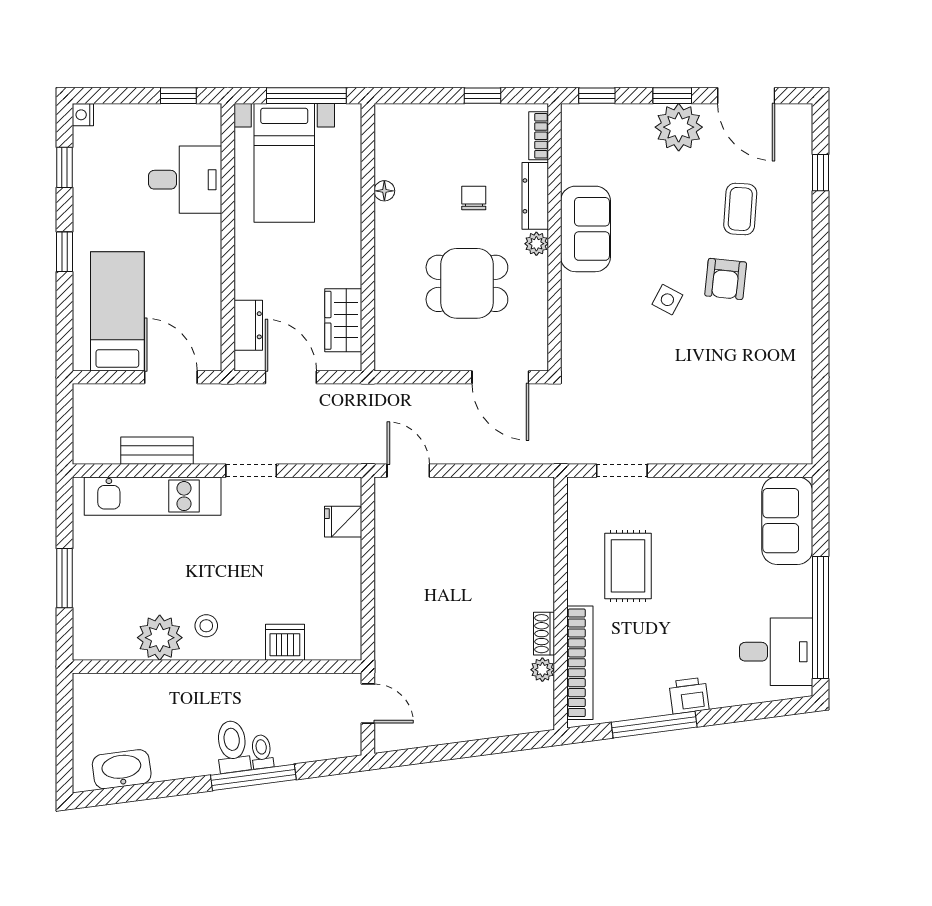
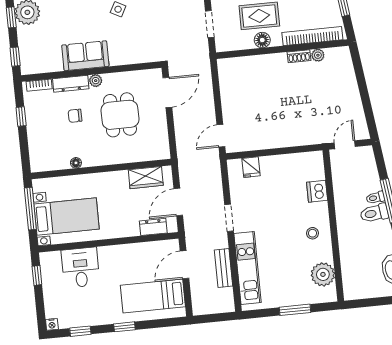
floor lamp: (582, 567) -> (262, 40), added
plant: (160, 638) -> (323, 274), moved

